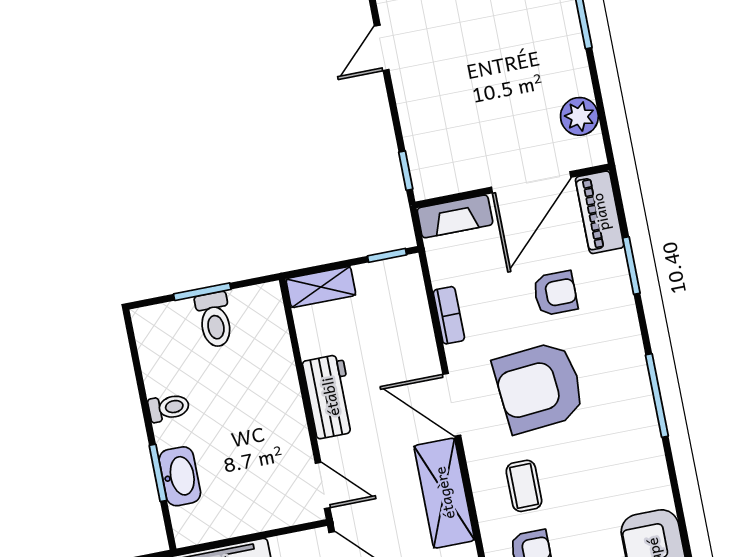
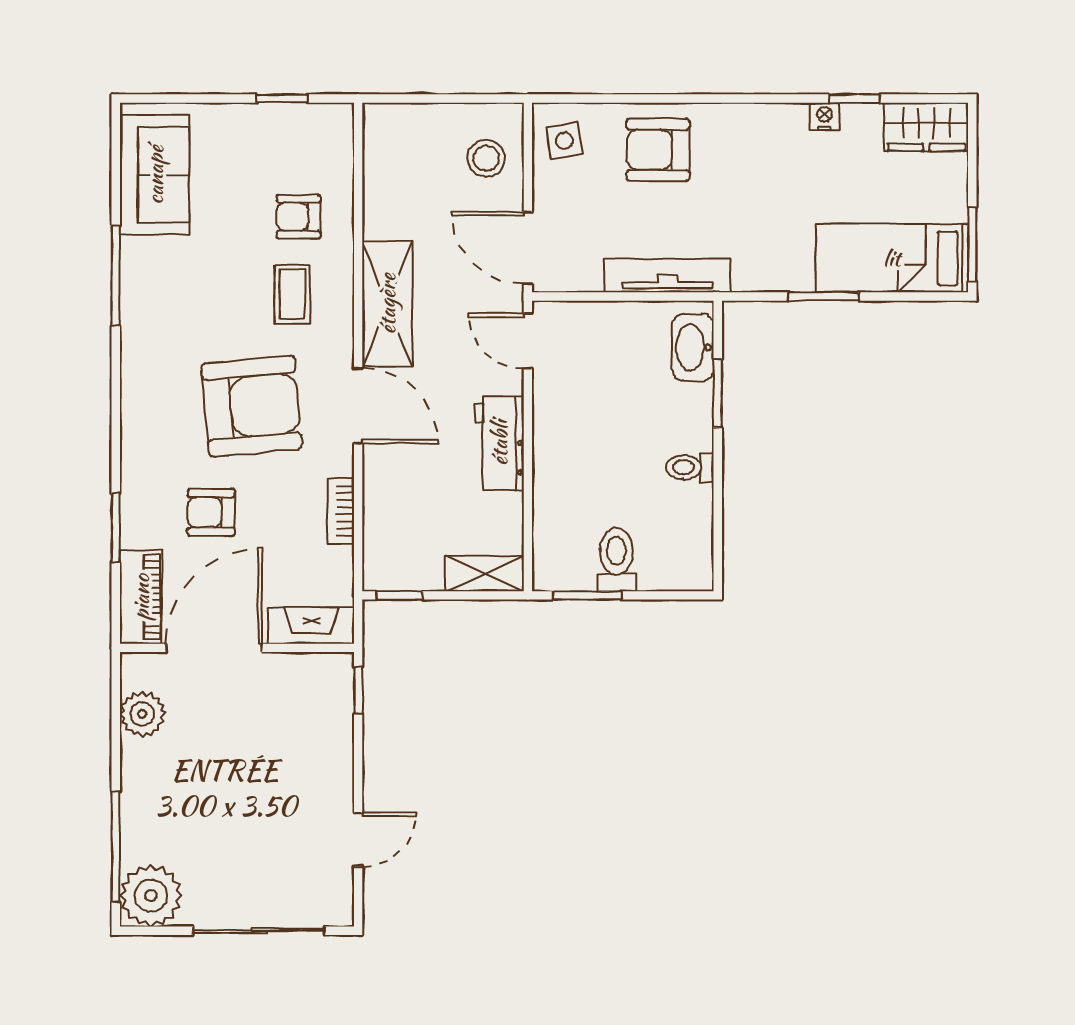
window: (202, 292) -> (587, 595), moved
window: (657, 395) -> (116, 275), moved
washbasin: (180, 476) -> (693, 347), moved

